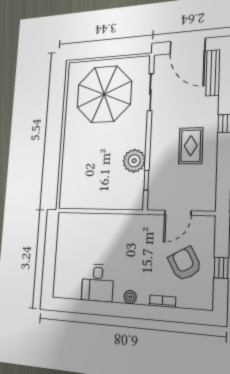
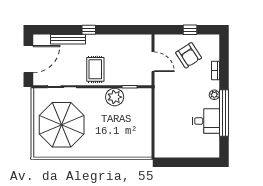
bench: (213, 73) -> (68, 39), moved
rug: (191, 146) -> (95, 69), moved, turned 90
armchair: (185, 264) -> (189, 55), turned -94
window: (106, 309) -> (224, 113), added

